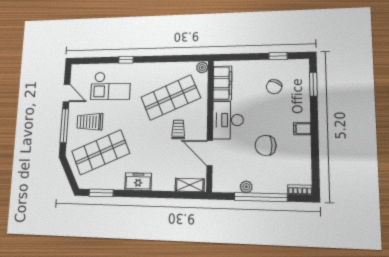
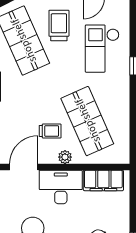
plant: (202, 67) -> (65, 157), moved

